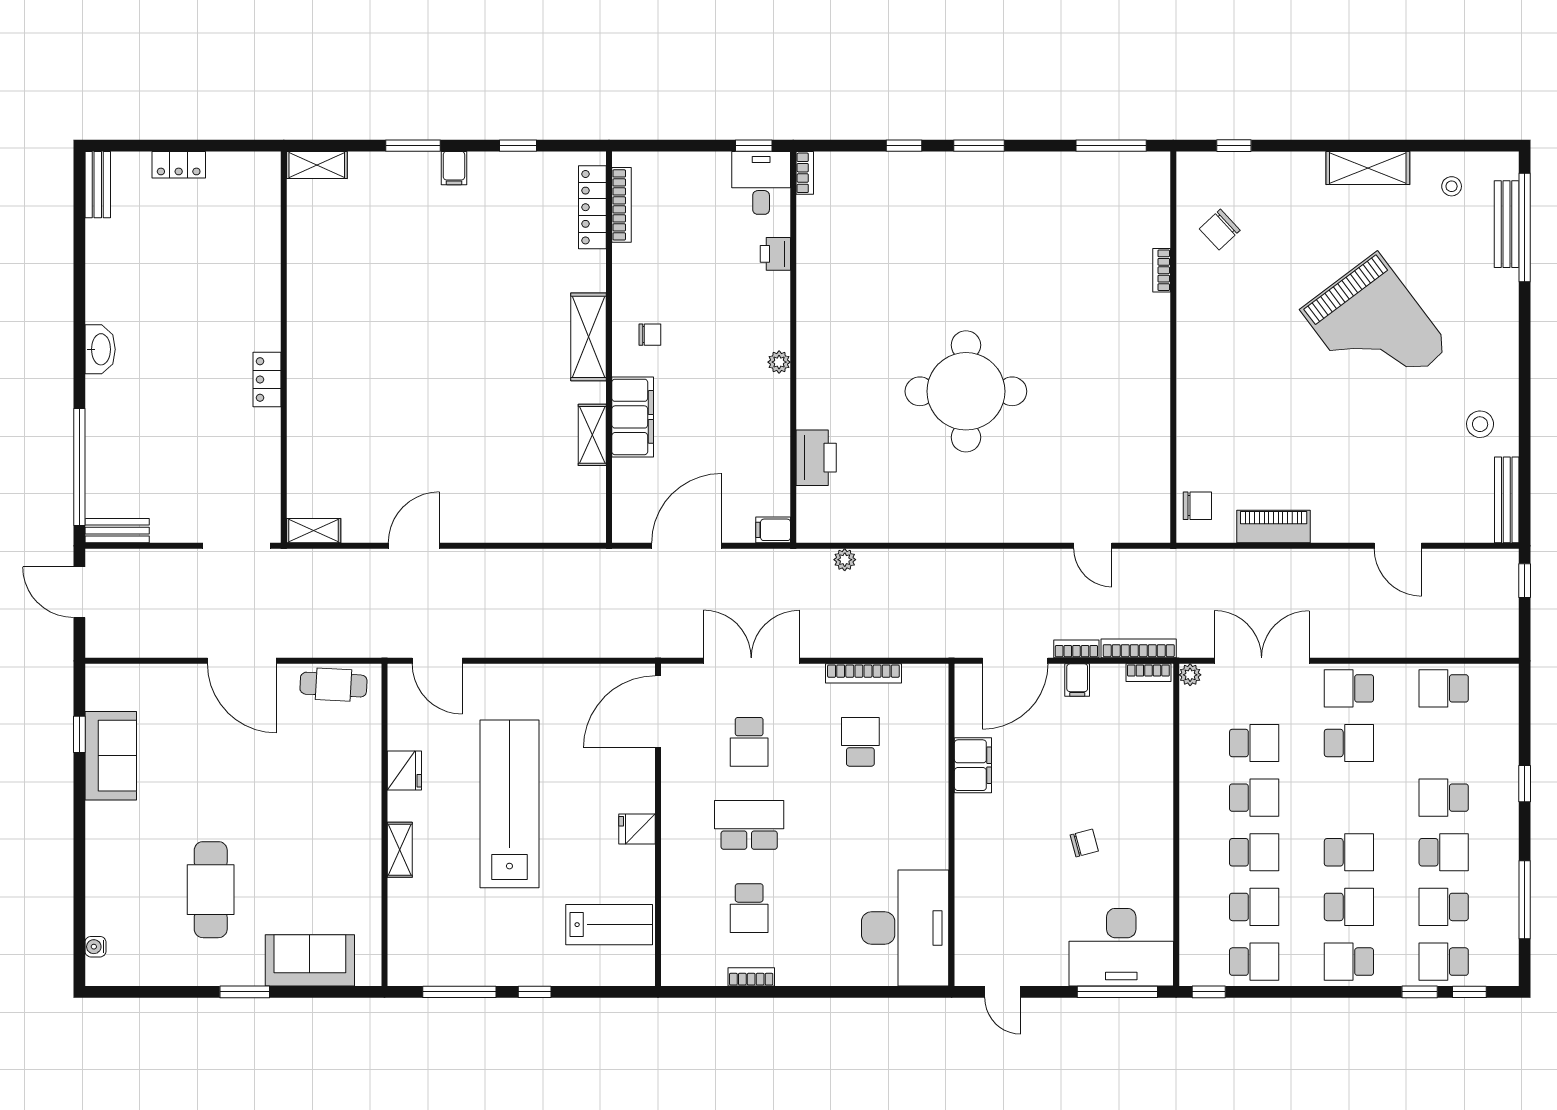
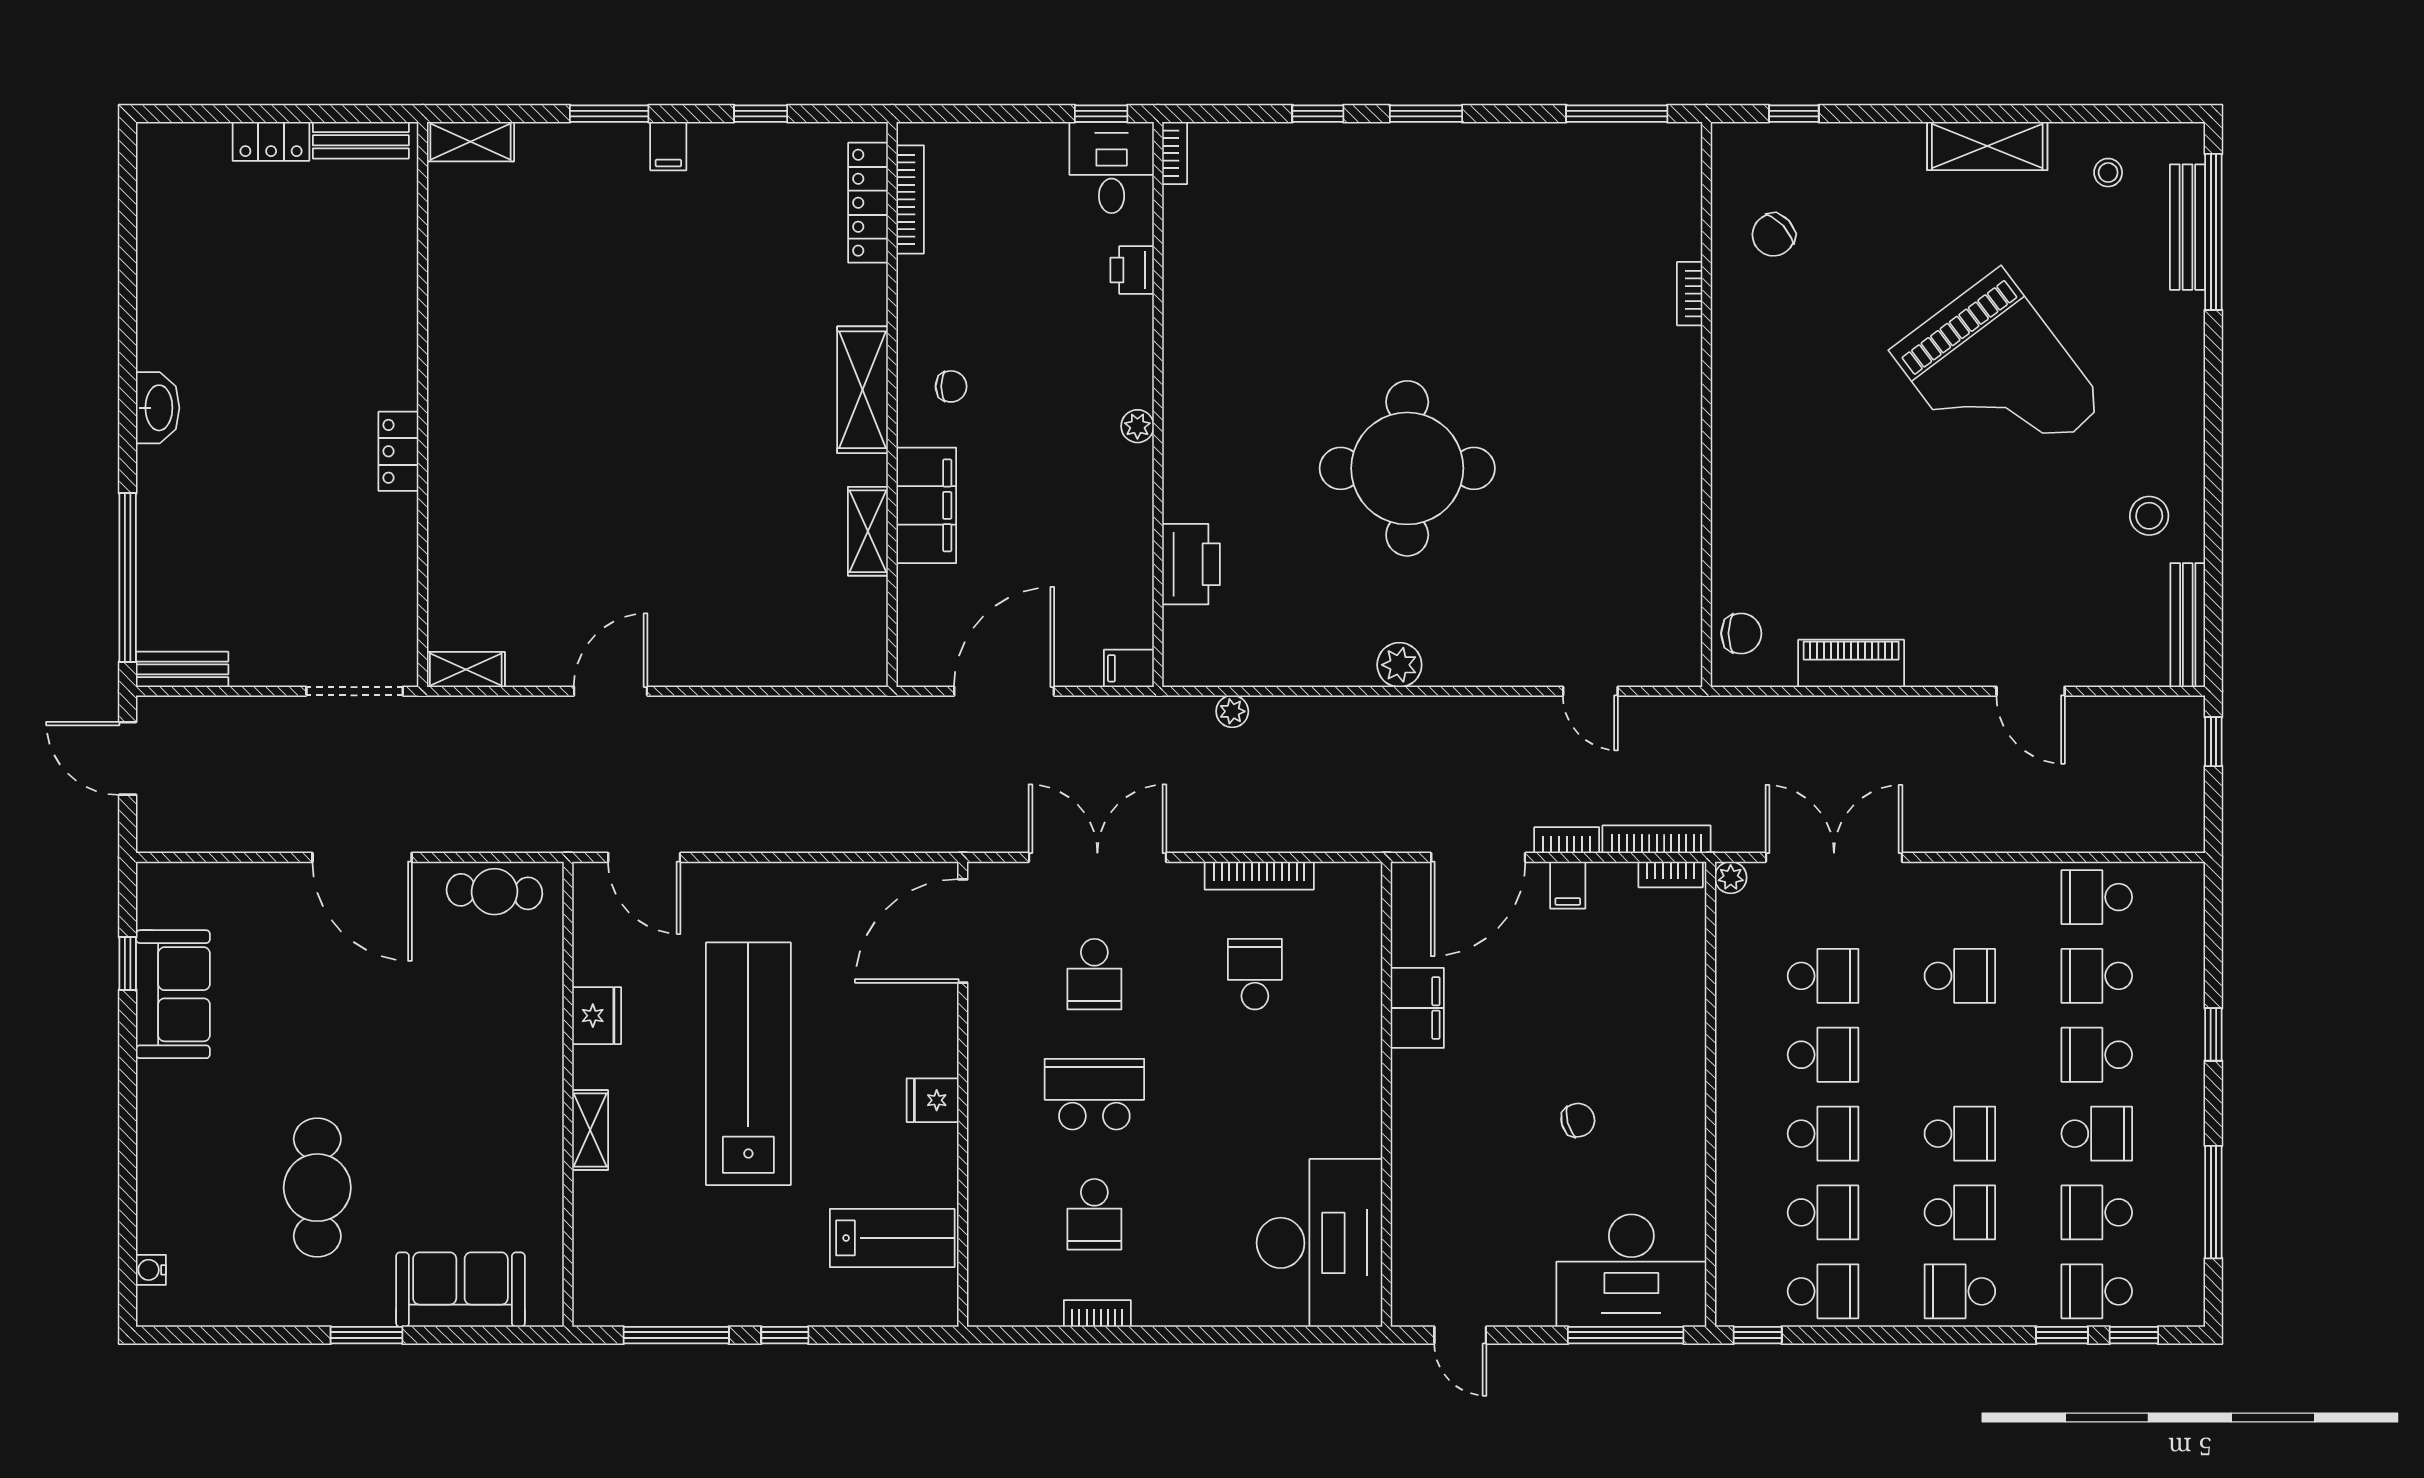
bench: (98, 185) -> (361, 140), moved, turned 90
plant: (961, 527) -> (1399, 665), added
school desk: (1349, 688) -> (2097, 976), moved

